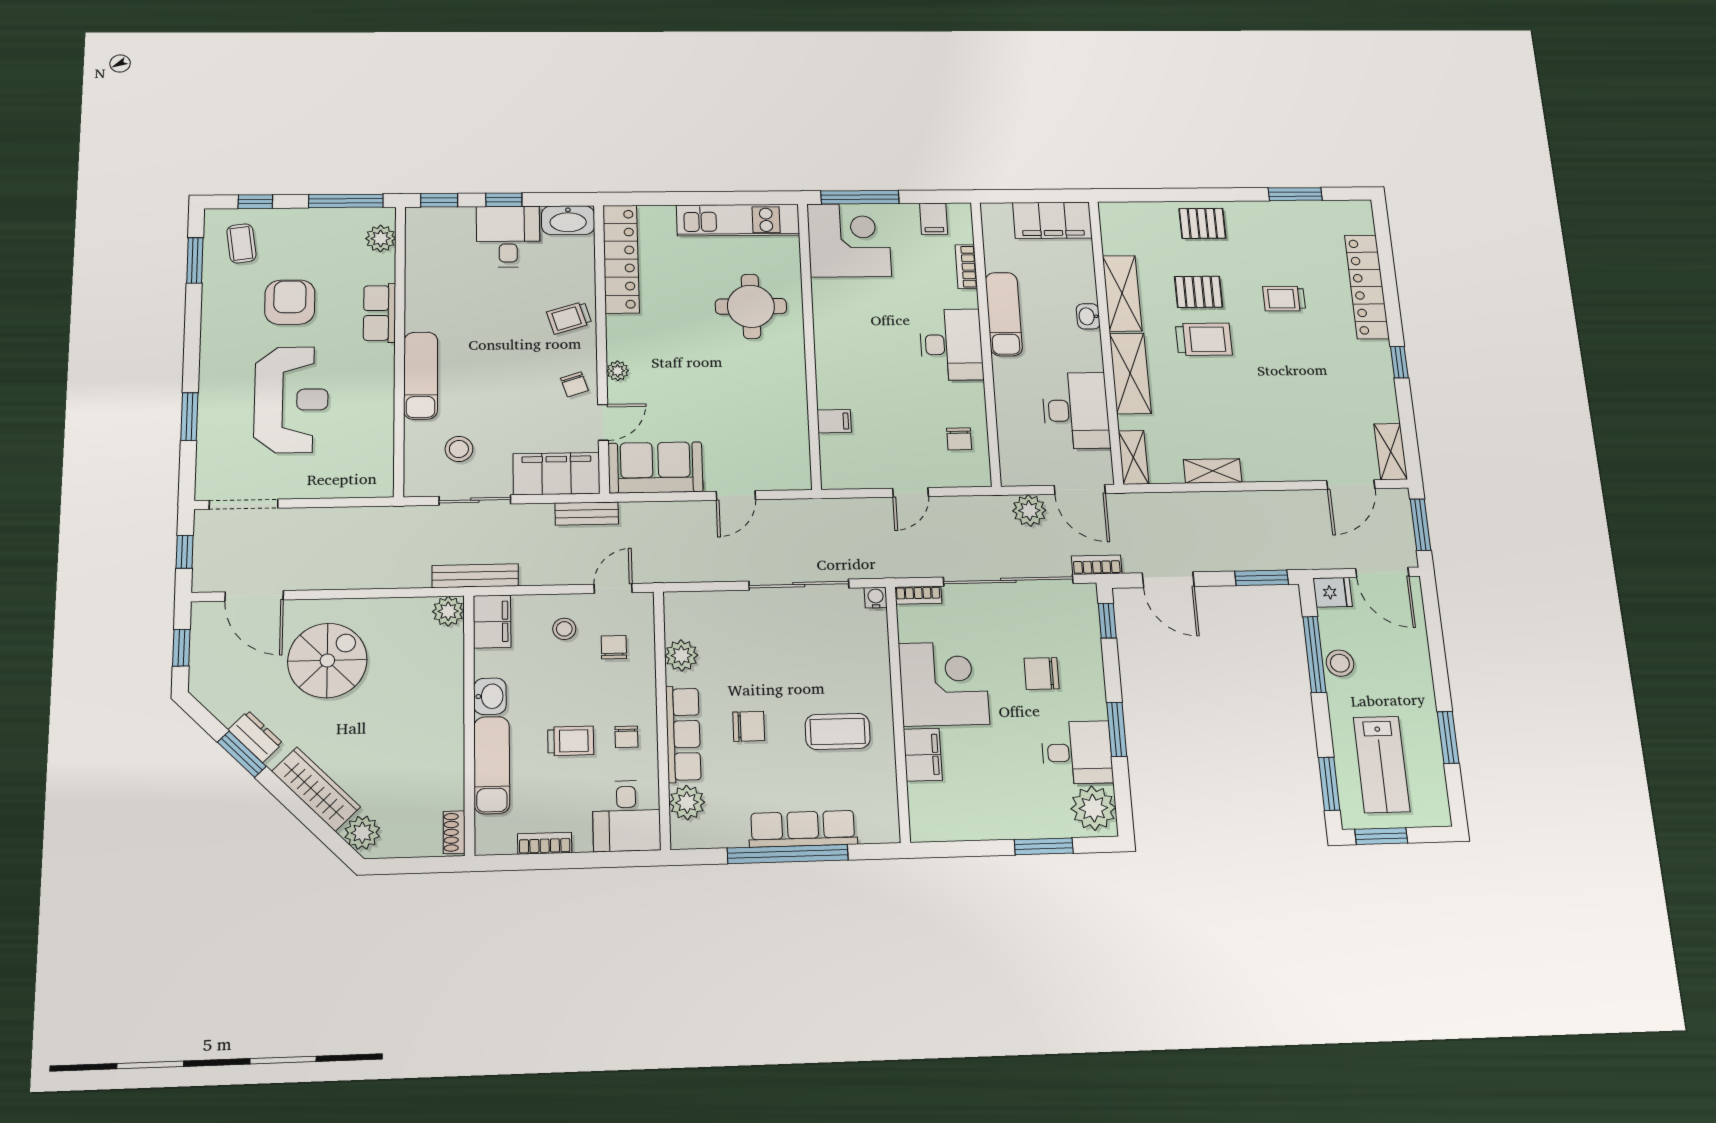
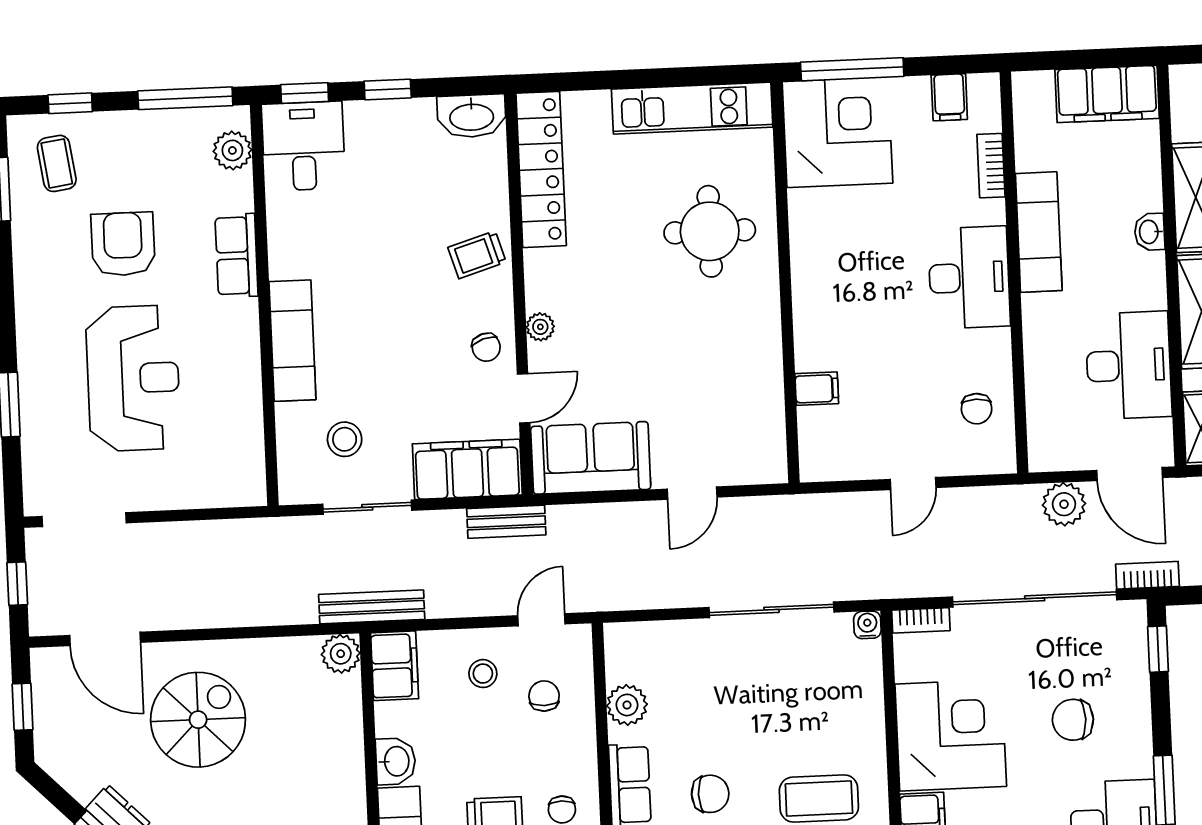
desk: (508, 237) -> (303, 146), moved

